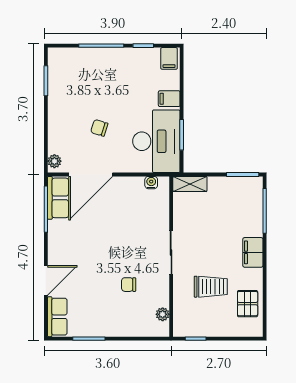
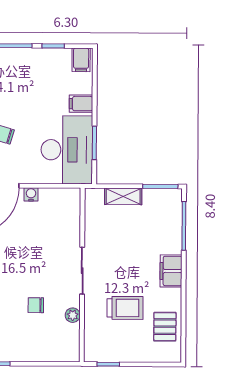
water cooler: (151, 183) -> (31, 194), moved
shelving: (190, 184) -> (123, 196), moved
plant: (163, 314) -> (73, 315), moved

